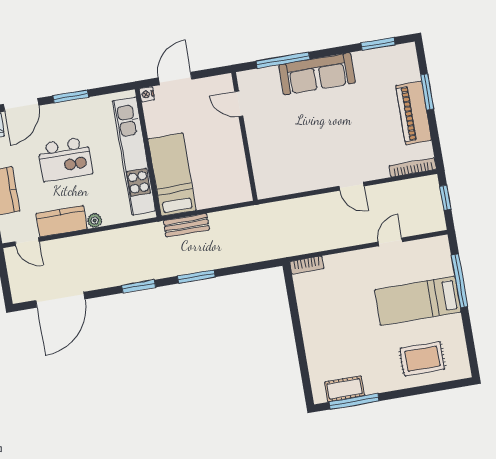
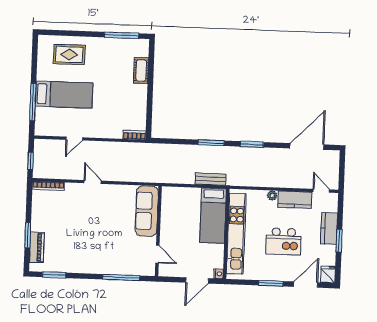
sofa: (317, 74) -> (147, 211), moved, turned -90
piano: (414, 113) -> (37, 247), moved, width x0.73, depth x0.75
kitchen island: (65, 159) -> (283, 241), turned 180
cot: (345, 389) -> (141, 70), moved, turned 90

